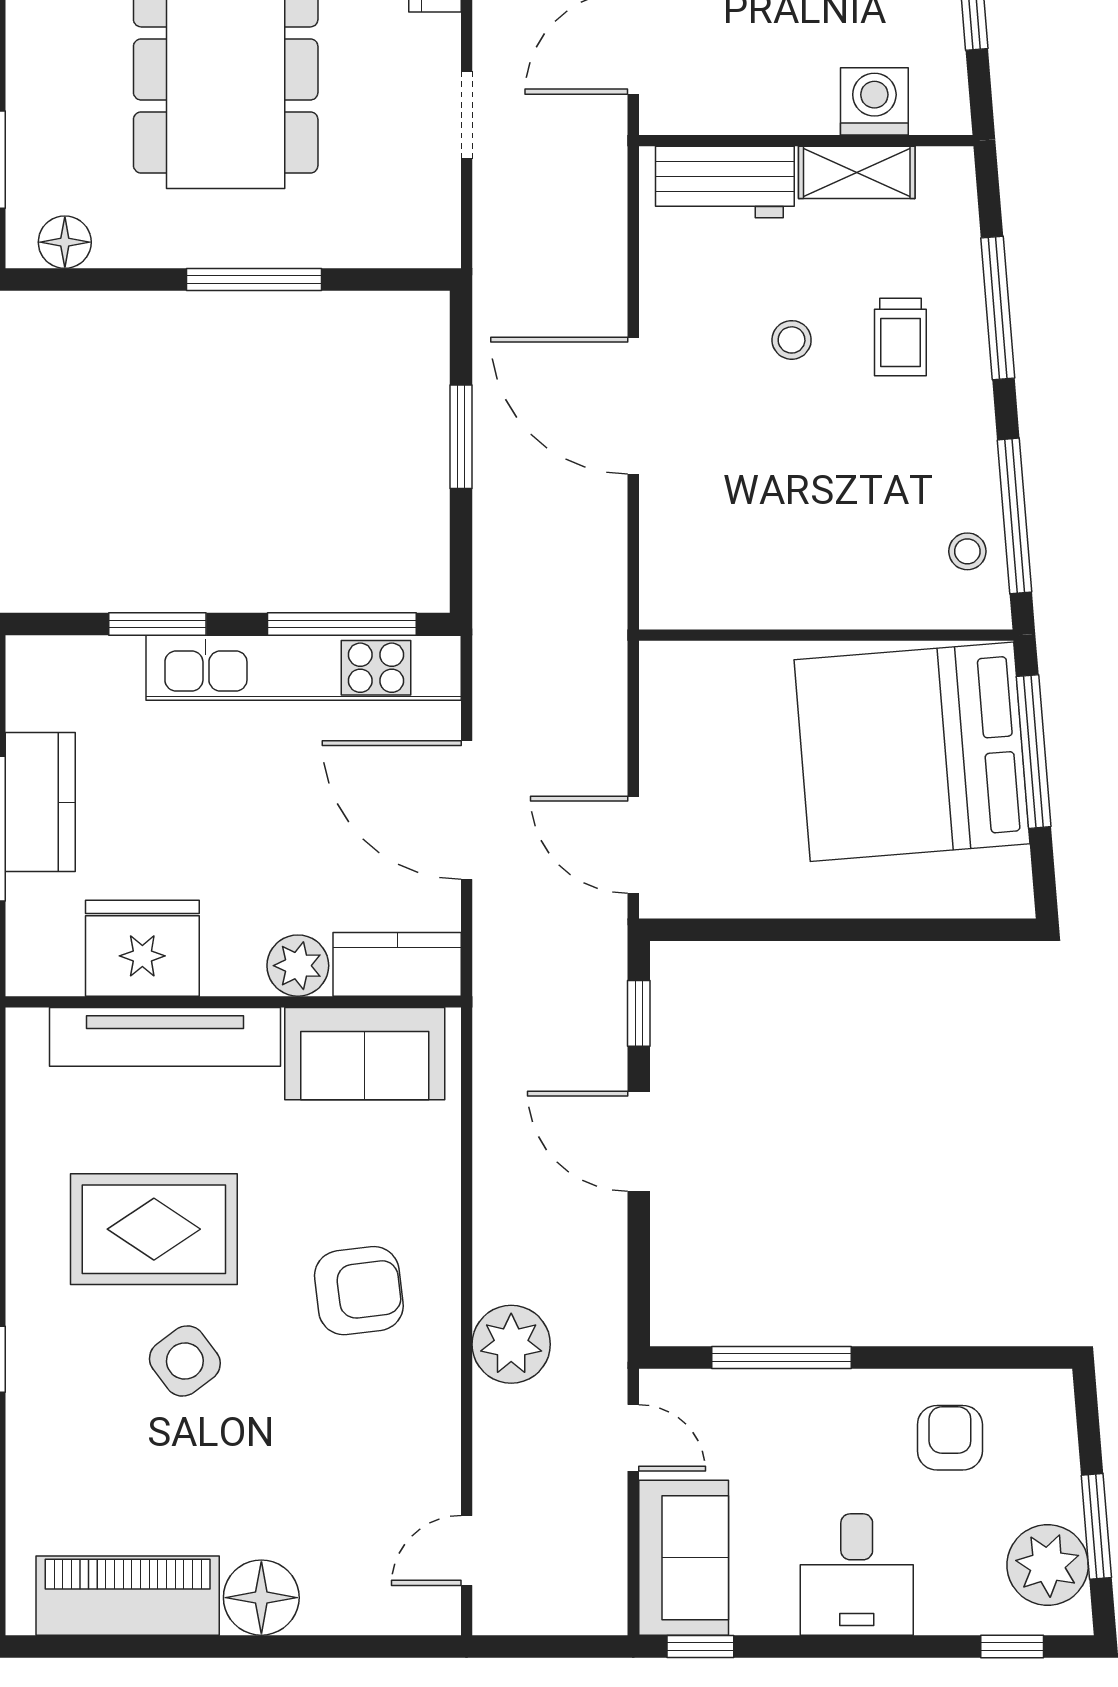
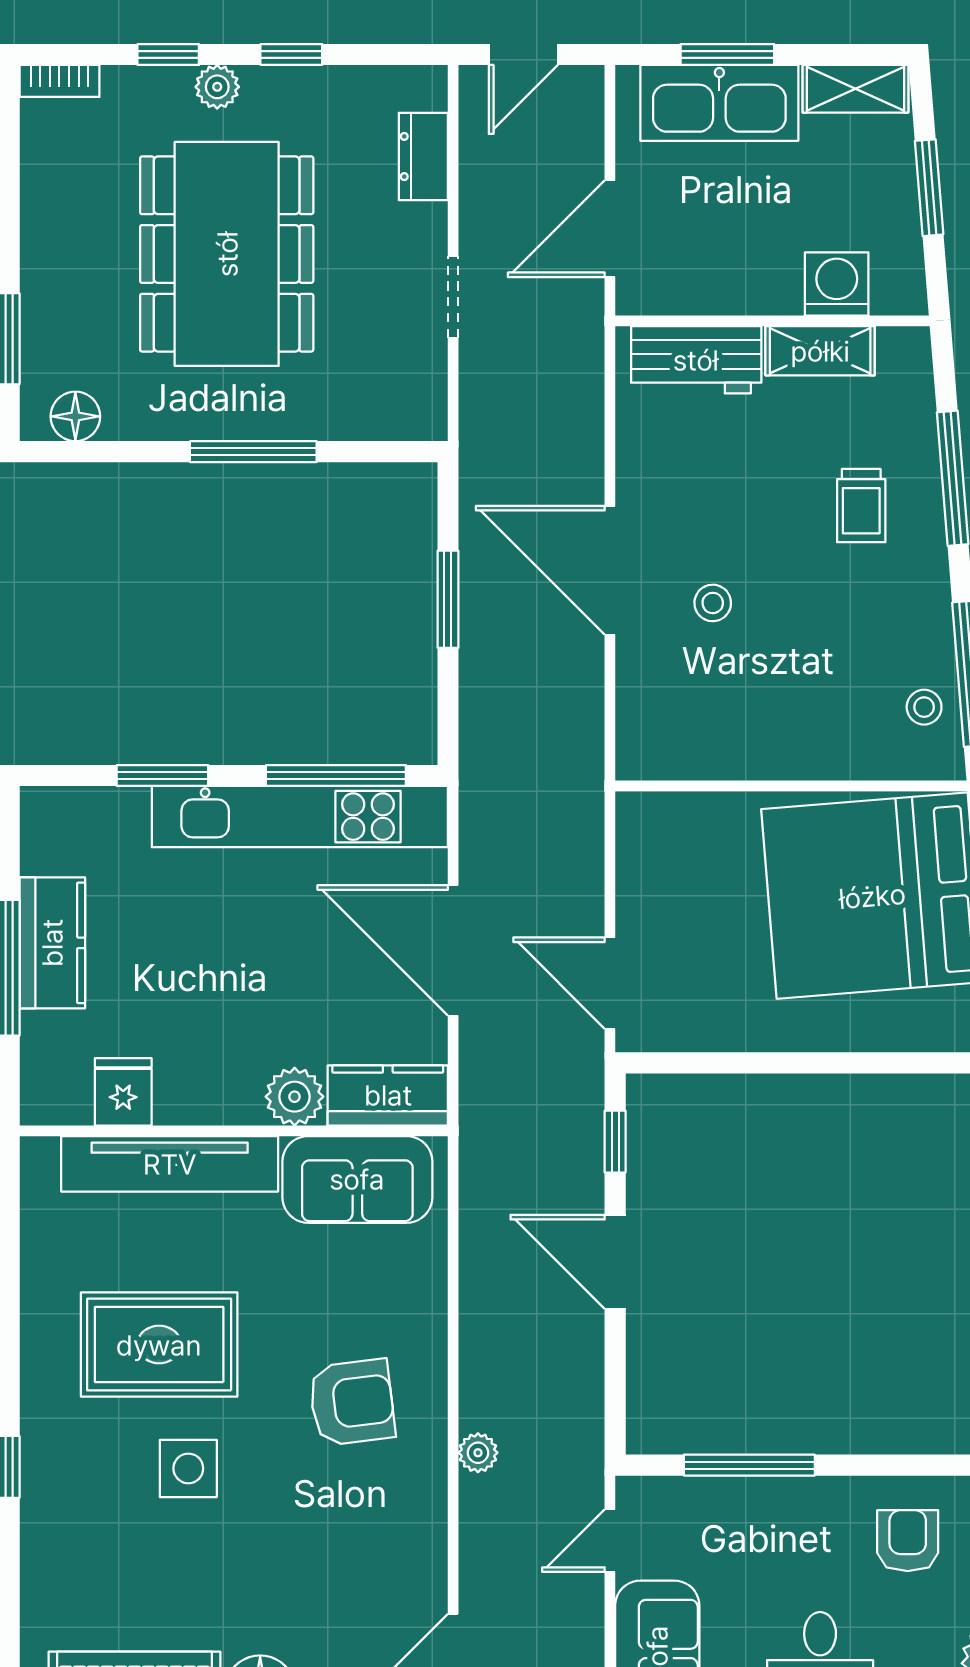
stool: (792, 340) -> (713, 603), moved
fridge: (142, 948) -> (123, 1092), width x0.53, depth x0.75
plant: (511, 1344) -> (478, 1453), width x0.53, depth x0.53
side table: (185, 1361) -> (188, 1468), turned 37
door: (633, 1438) -> (610, 1541), swing flipped

